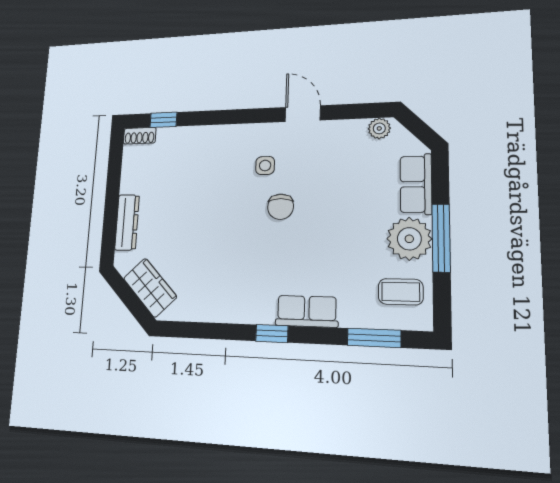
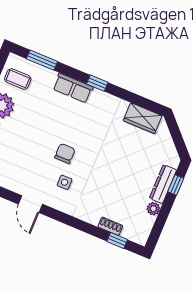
shoe rack: (140, 136) -> (110, 226), moved
plant: (129, 183) -> (153, 209), added
window: (110, 228) -> (176, 185), added
wardrobe: (150, 288) -> (143, 118), moved, turned -46

